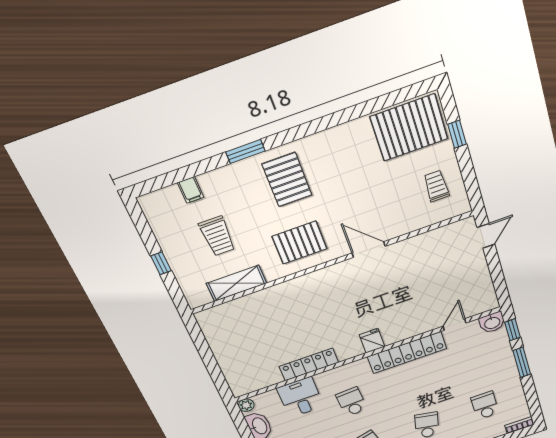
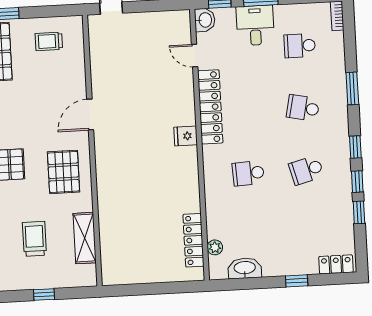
trolley: (217, 236) -> (34, 239), turned -90
locker: (309, 365) -> (193, 240), moved
desk: (300, 397) -> (255, 25), moved, turned 90
plant: (246, 405) -> (215, 247), moved

